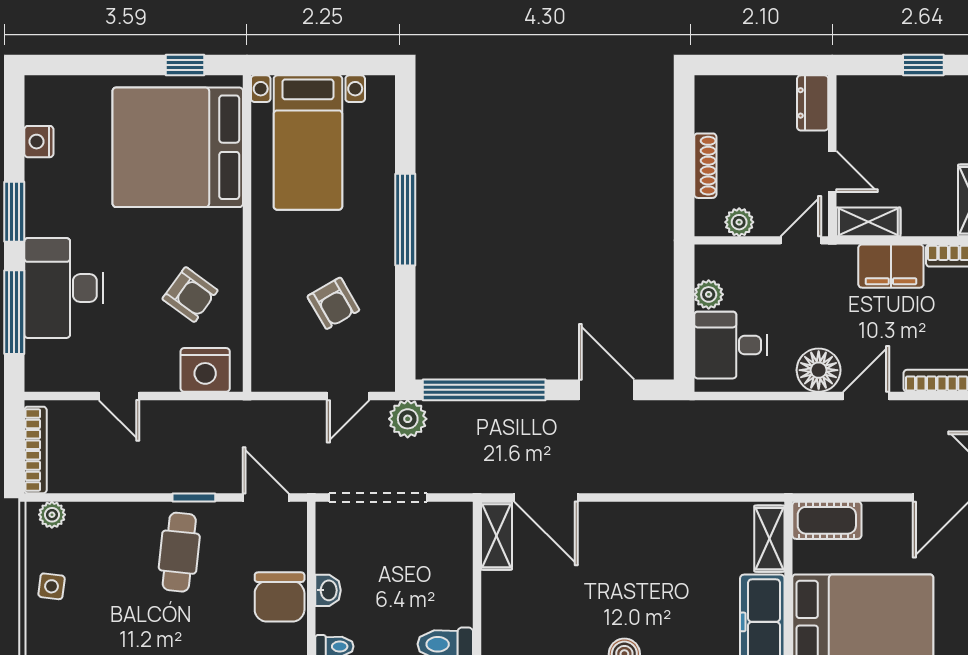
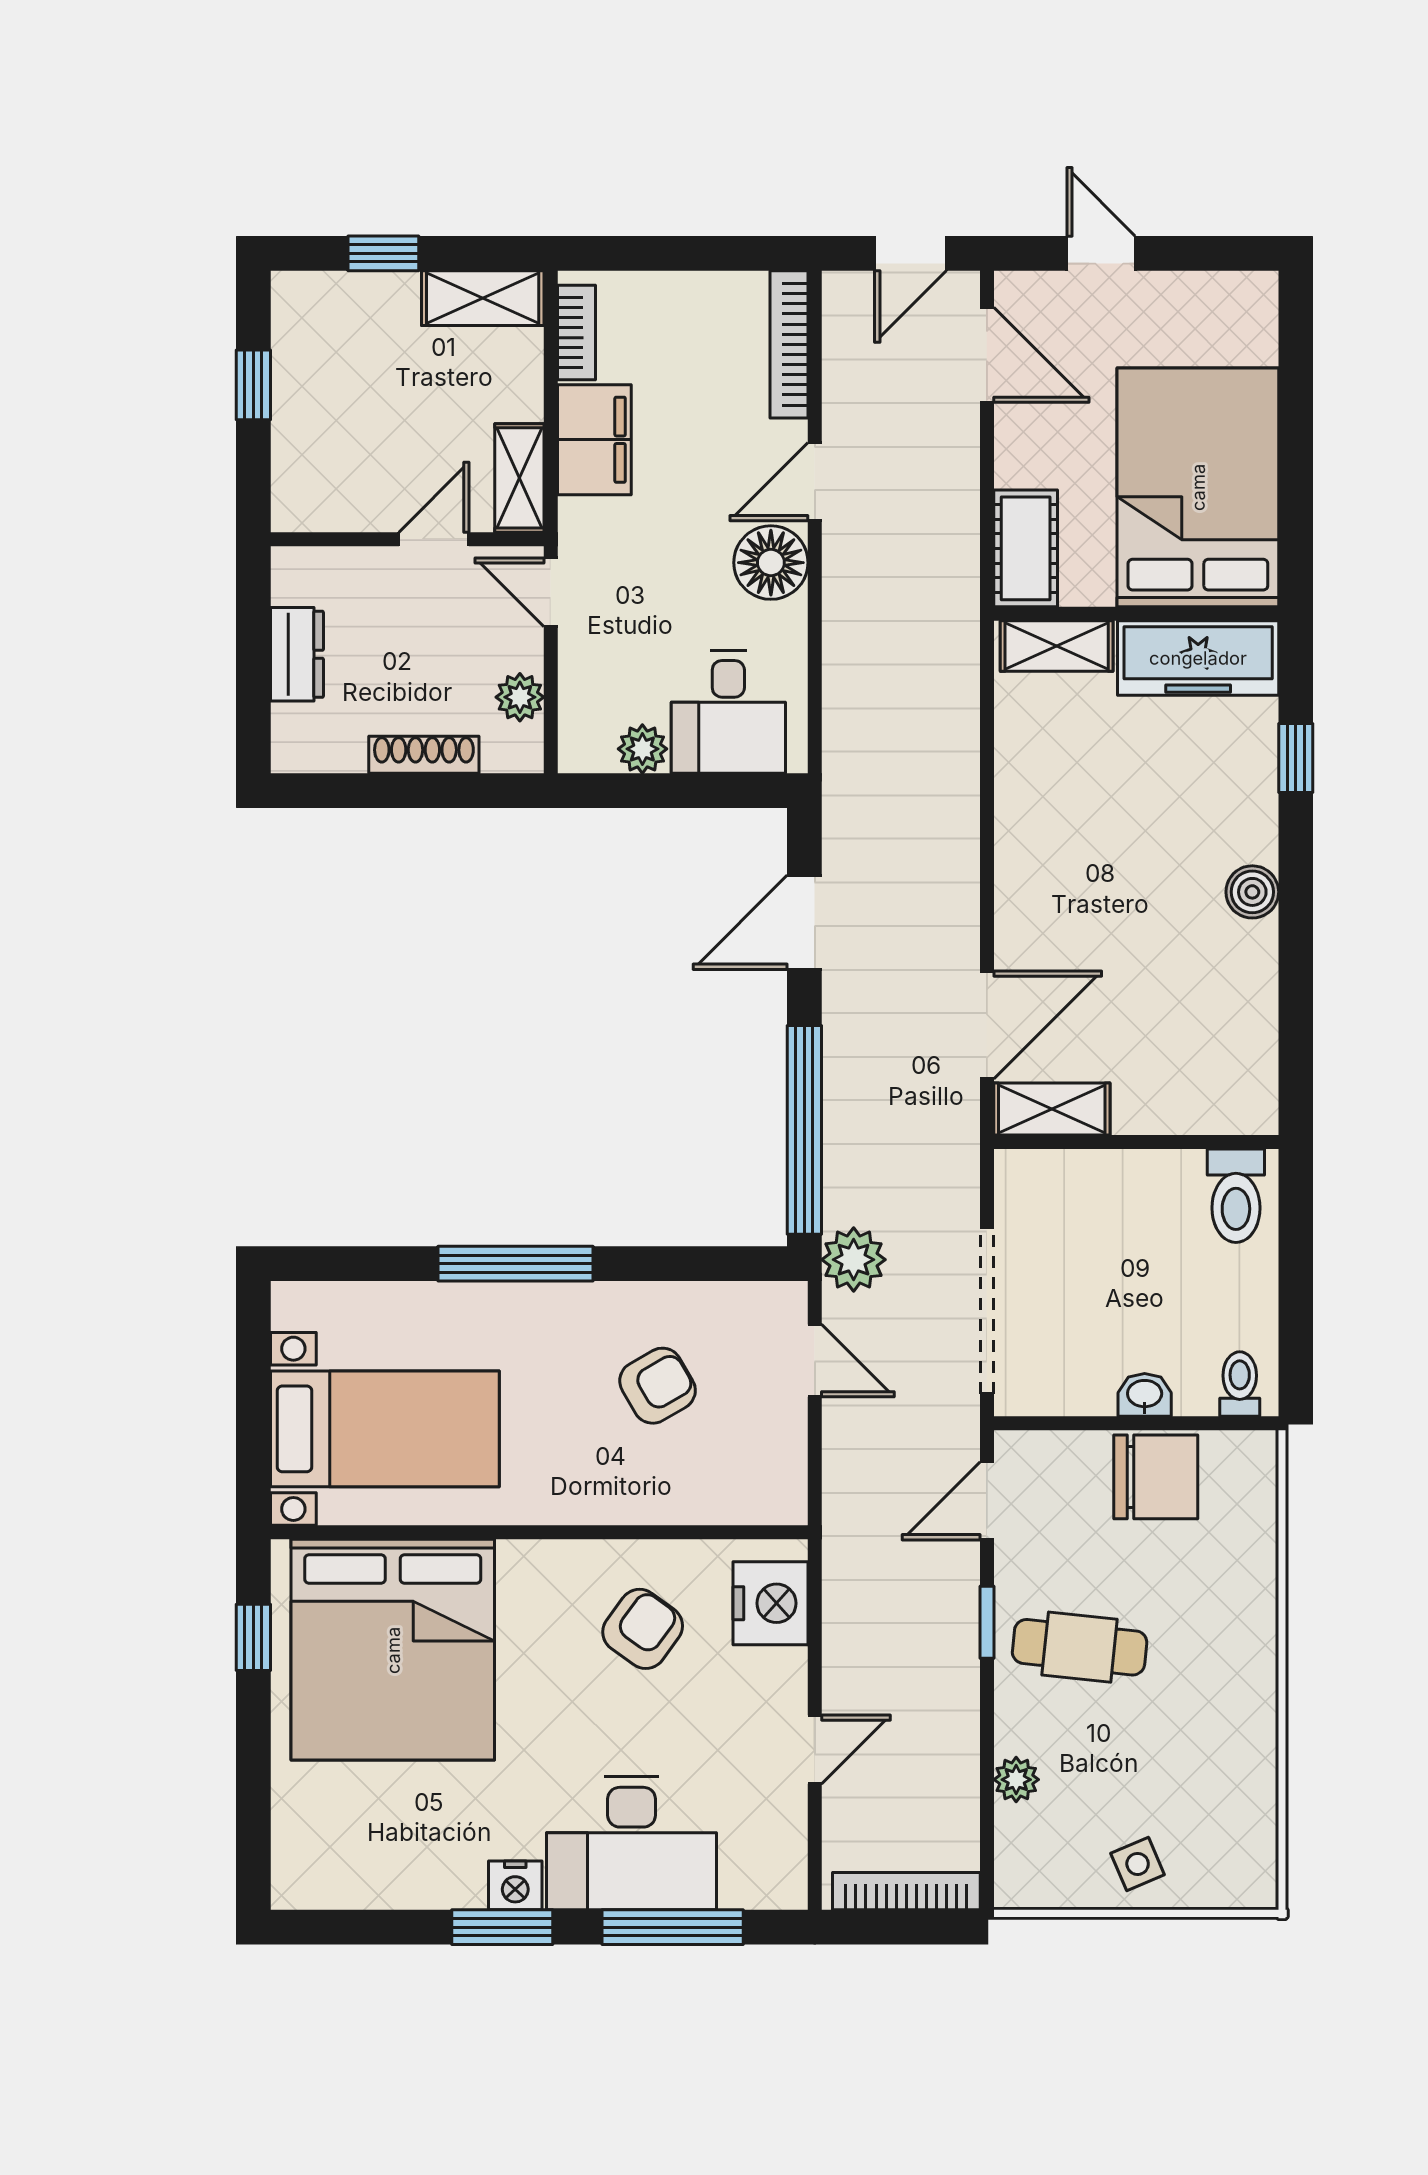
dresser: (813, 103) -> (297, 654), moved, turned -90
nightstand: (39, 142) -> (515, 1885), moved
door: (866, 396) -> (815, 482), hinge flipped
plant: (52, 515) -> (1016, 1780), moved
side table: (52, 586) -> (1138, 1864), turned -30

